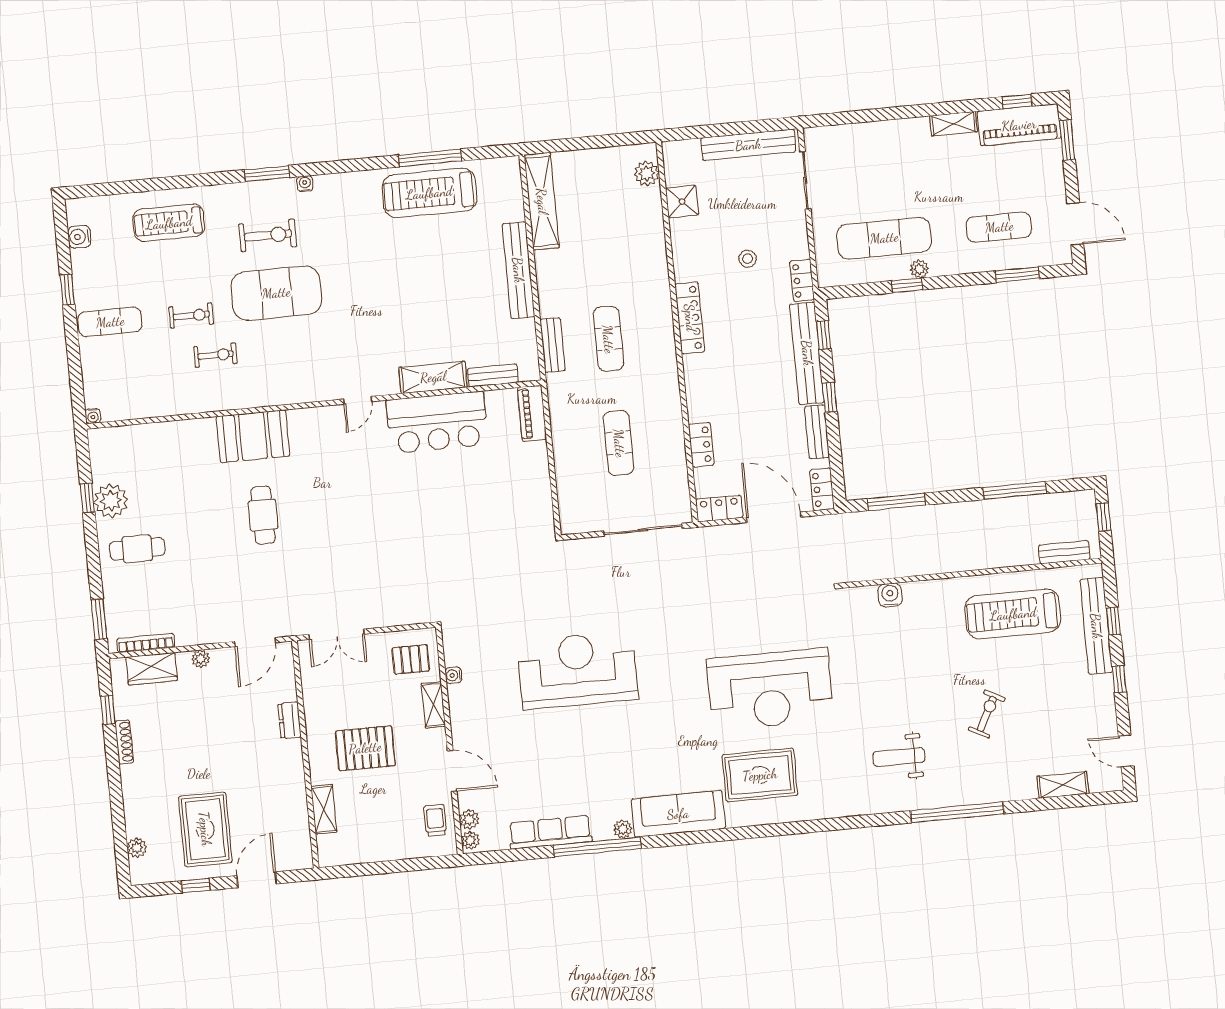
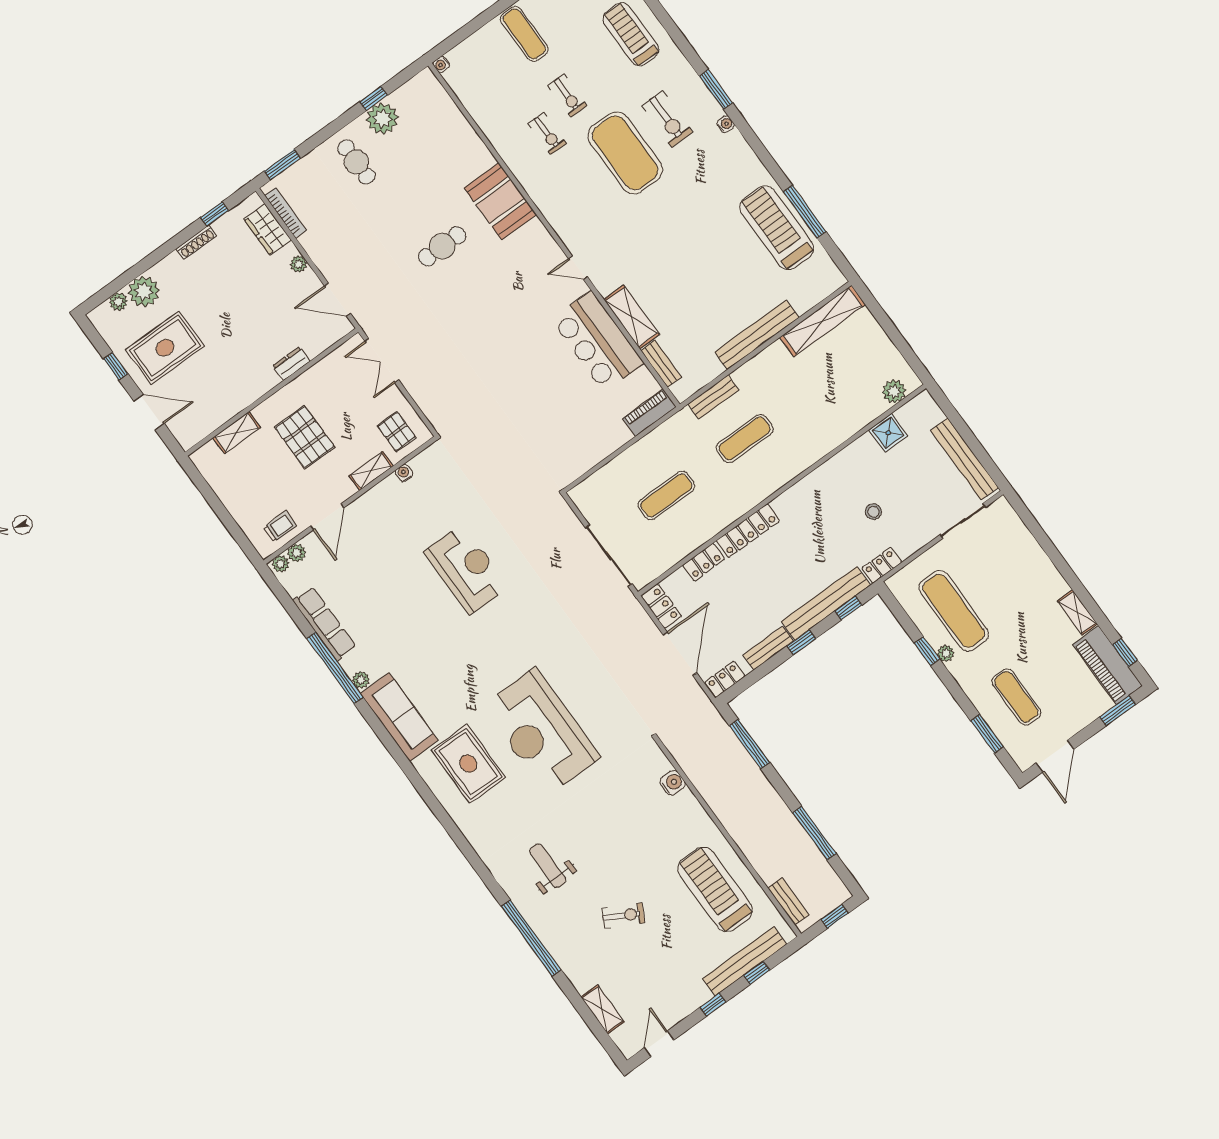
locker: (690, 318) -> (748, 531), moved
reception desk: (578, 670) -> (466, 569), width x0.74, depth x0.77
plant: (141, 818) -> (144, 291), added

